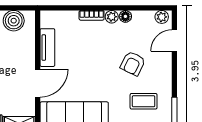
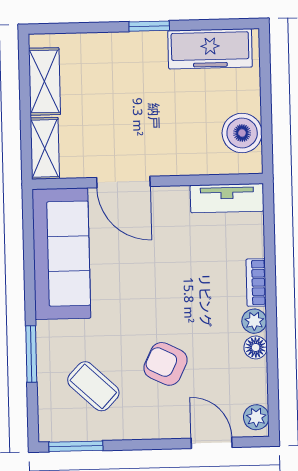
tv unit: (47, 48) -> (227, 198), moved
coffee table: (144, 101) -> (93, 386), turned -47

